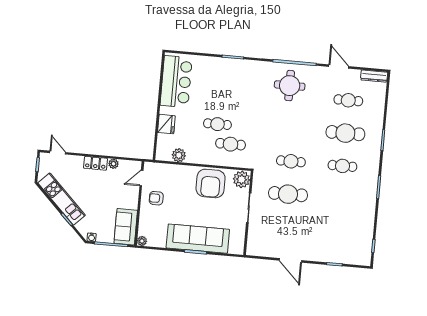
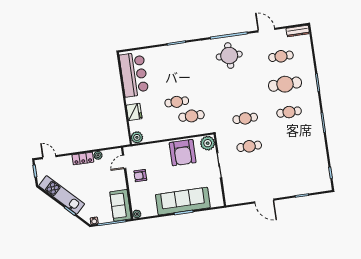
plant: (179, 155) -> (137, 137), moved
cafe table: (288, 194) -> (249, 146), width x0.73, depth x0.74

